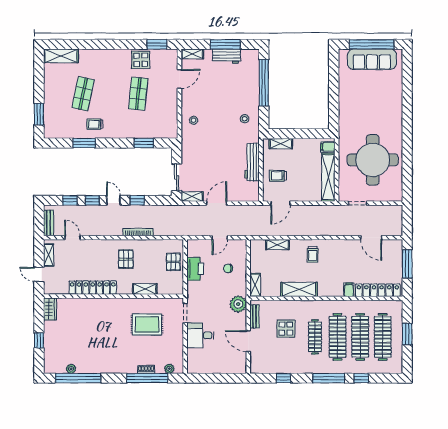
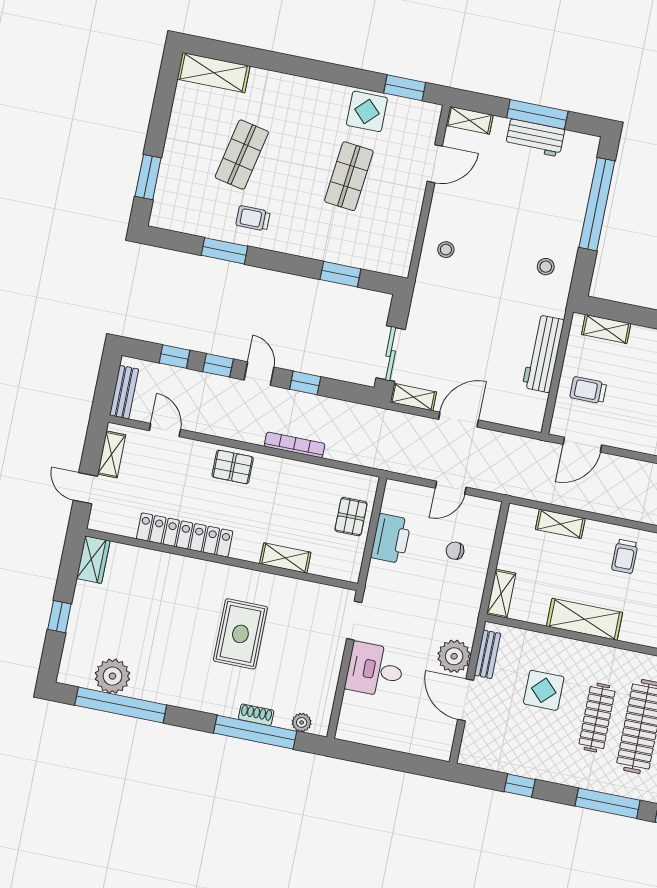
pallet: (126, 259) -> (233, 467), moved, turned 90
plant: (238, 304) -> (454, 656), moved
rug: (147, 324) -> (240, 634), moved, turned 90
plant: (71, 369) -> (112, 676), width x1.88, depth x1.88

